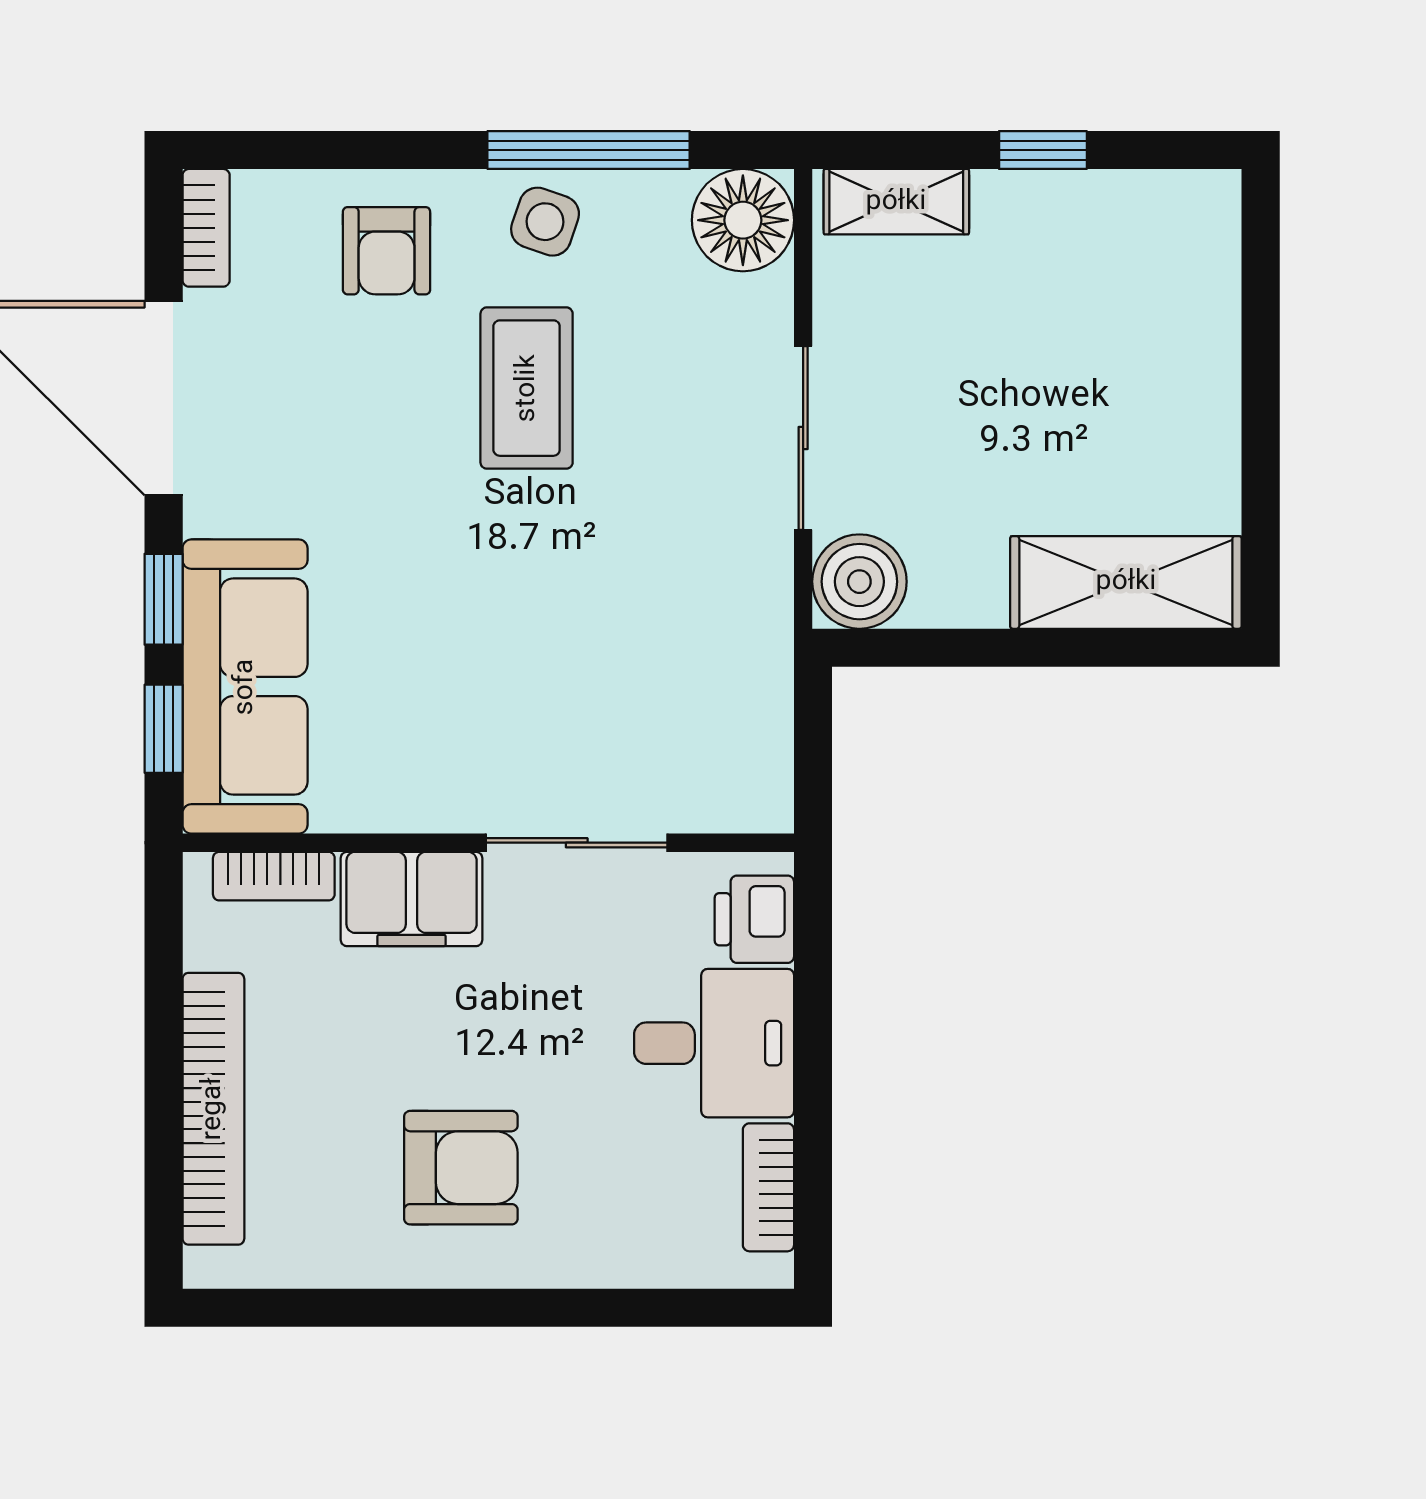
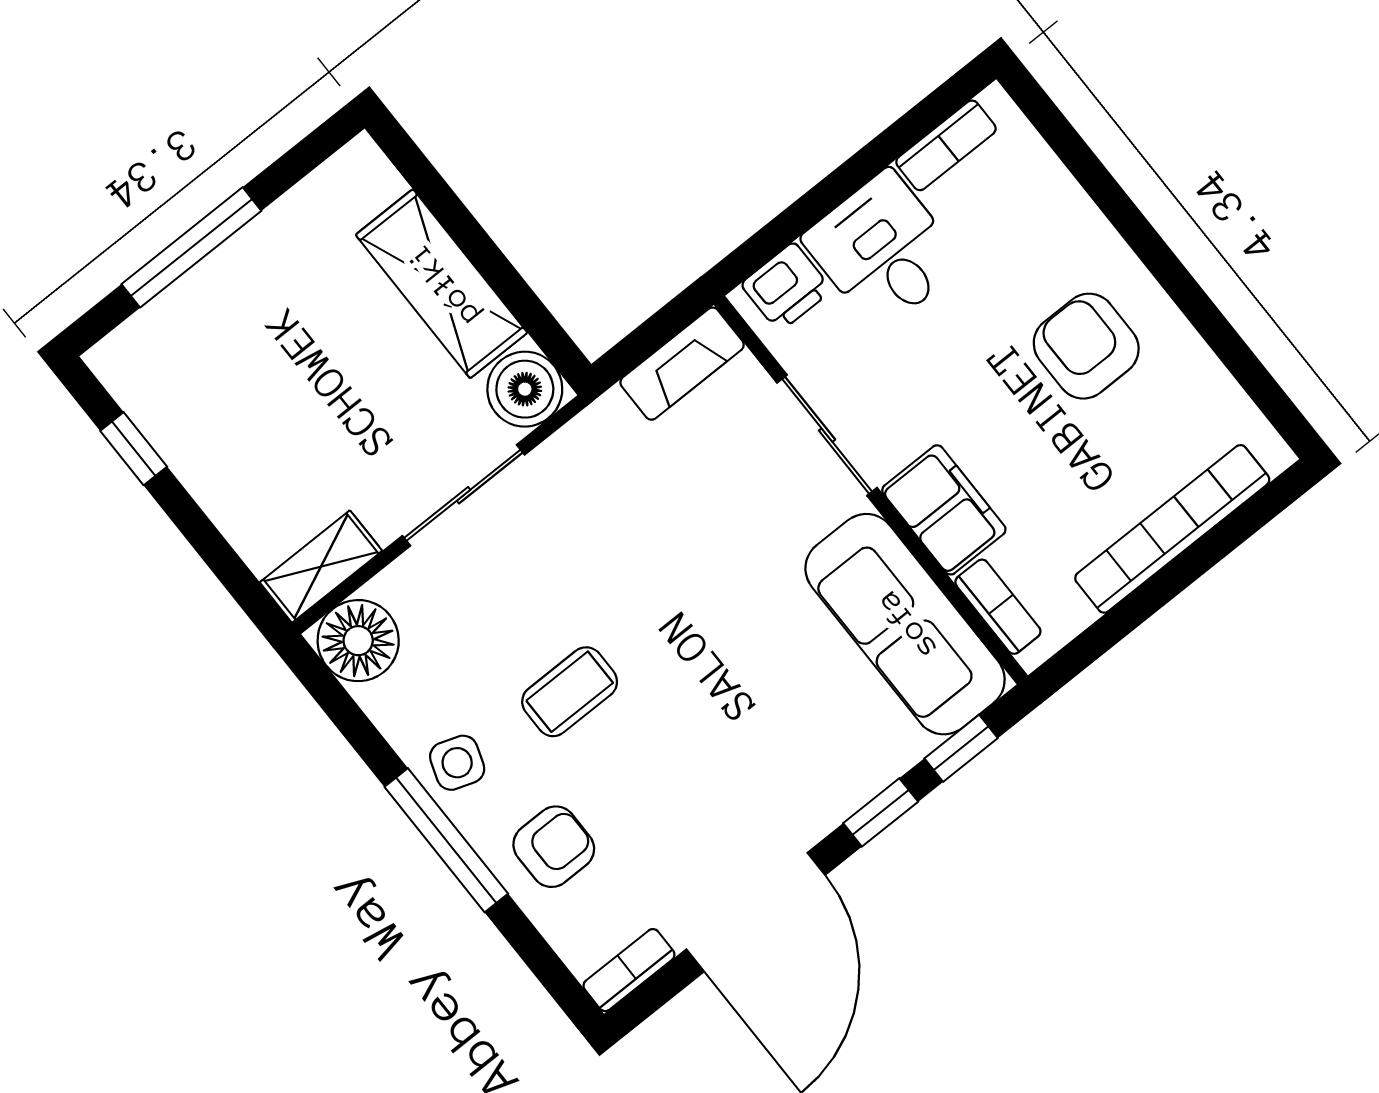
window: (589, 150) -> (446, 840), moved
window: (1043, 150) -> (134, 449), moved
shelving: (896, 202) -> (321, 567), moved, turned 90
window: (1261, 365) -> (191, 247), added
coffee table: (527, 388) -> (570, 692), width x0.73, depth x0.77
shelving: (1126, 582) -> (442, 284), moved
sofa: (245, 687) -> (905, 624), moved, turned -90
fireplace: (761, 756) -> (682, 364), added

